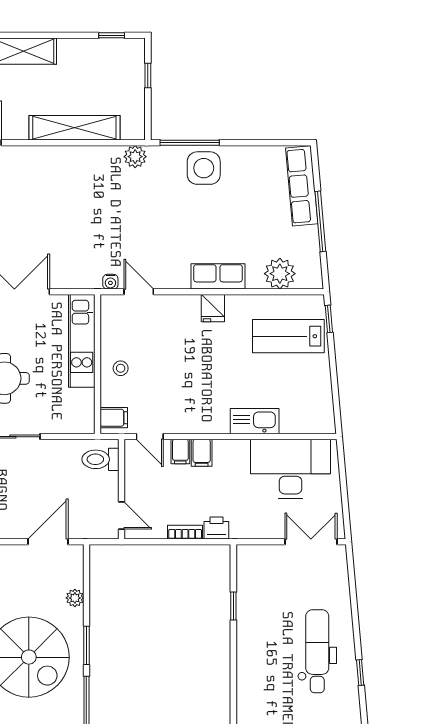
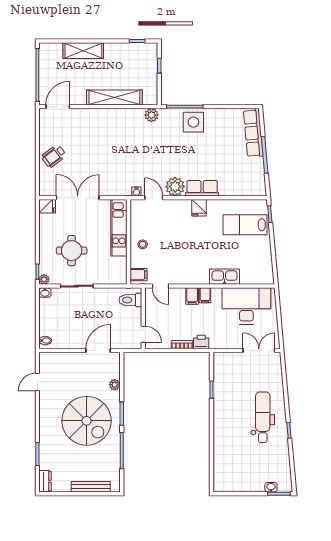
plant: (280, 274) -> (175, 187), moved
filing cabinet: (180, 452) -> (205, 295), moved

